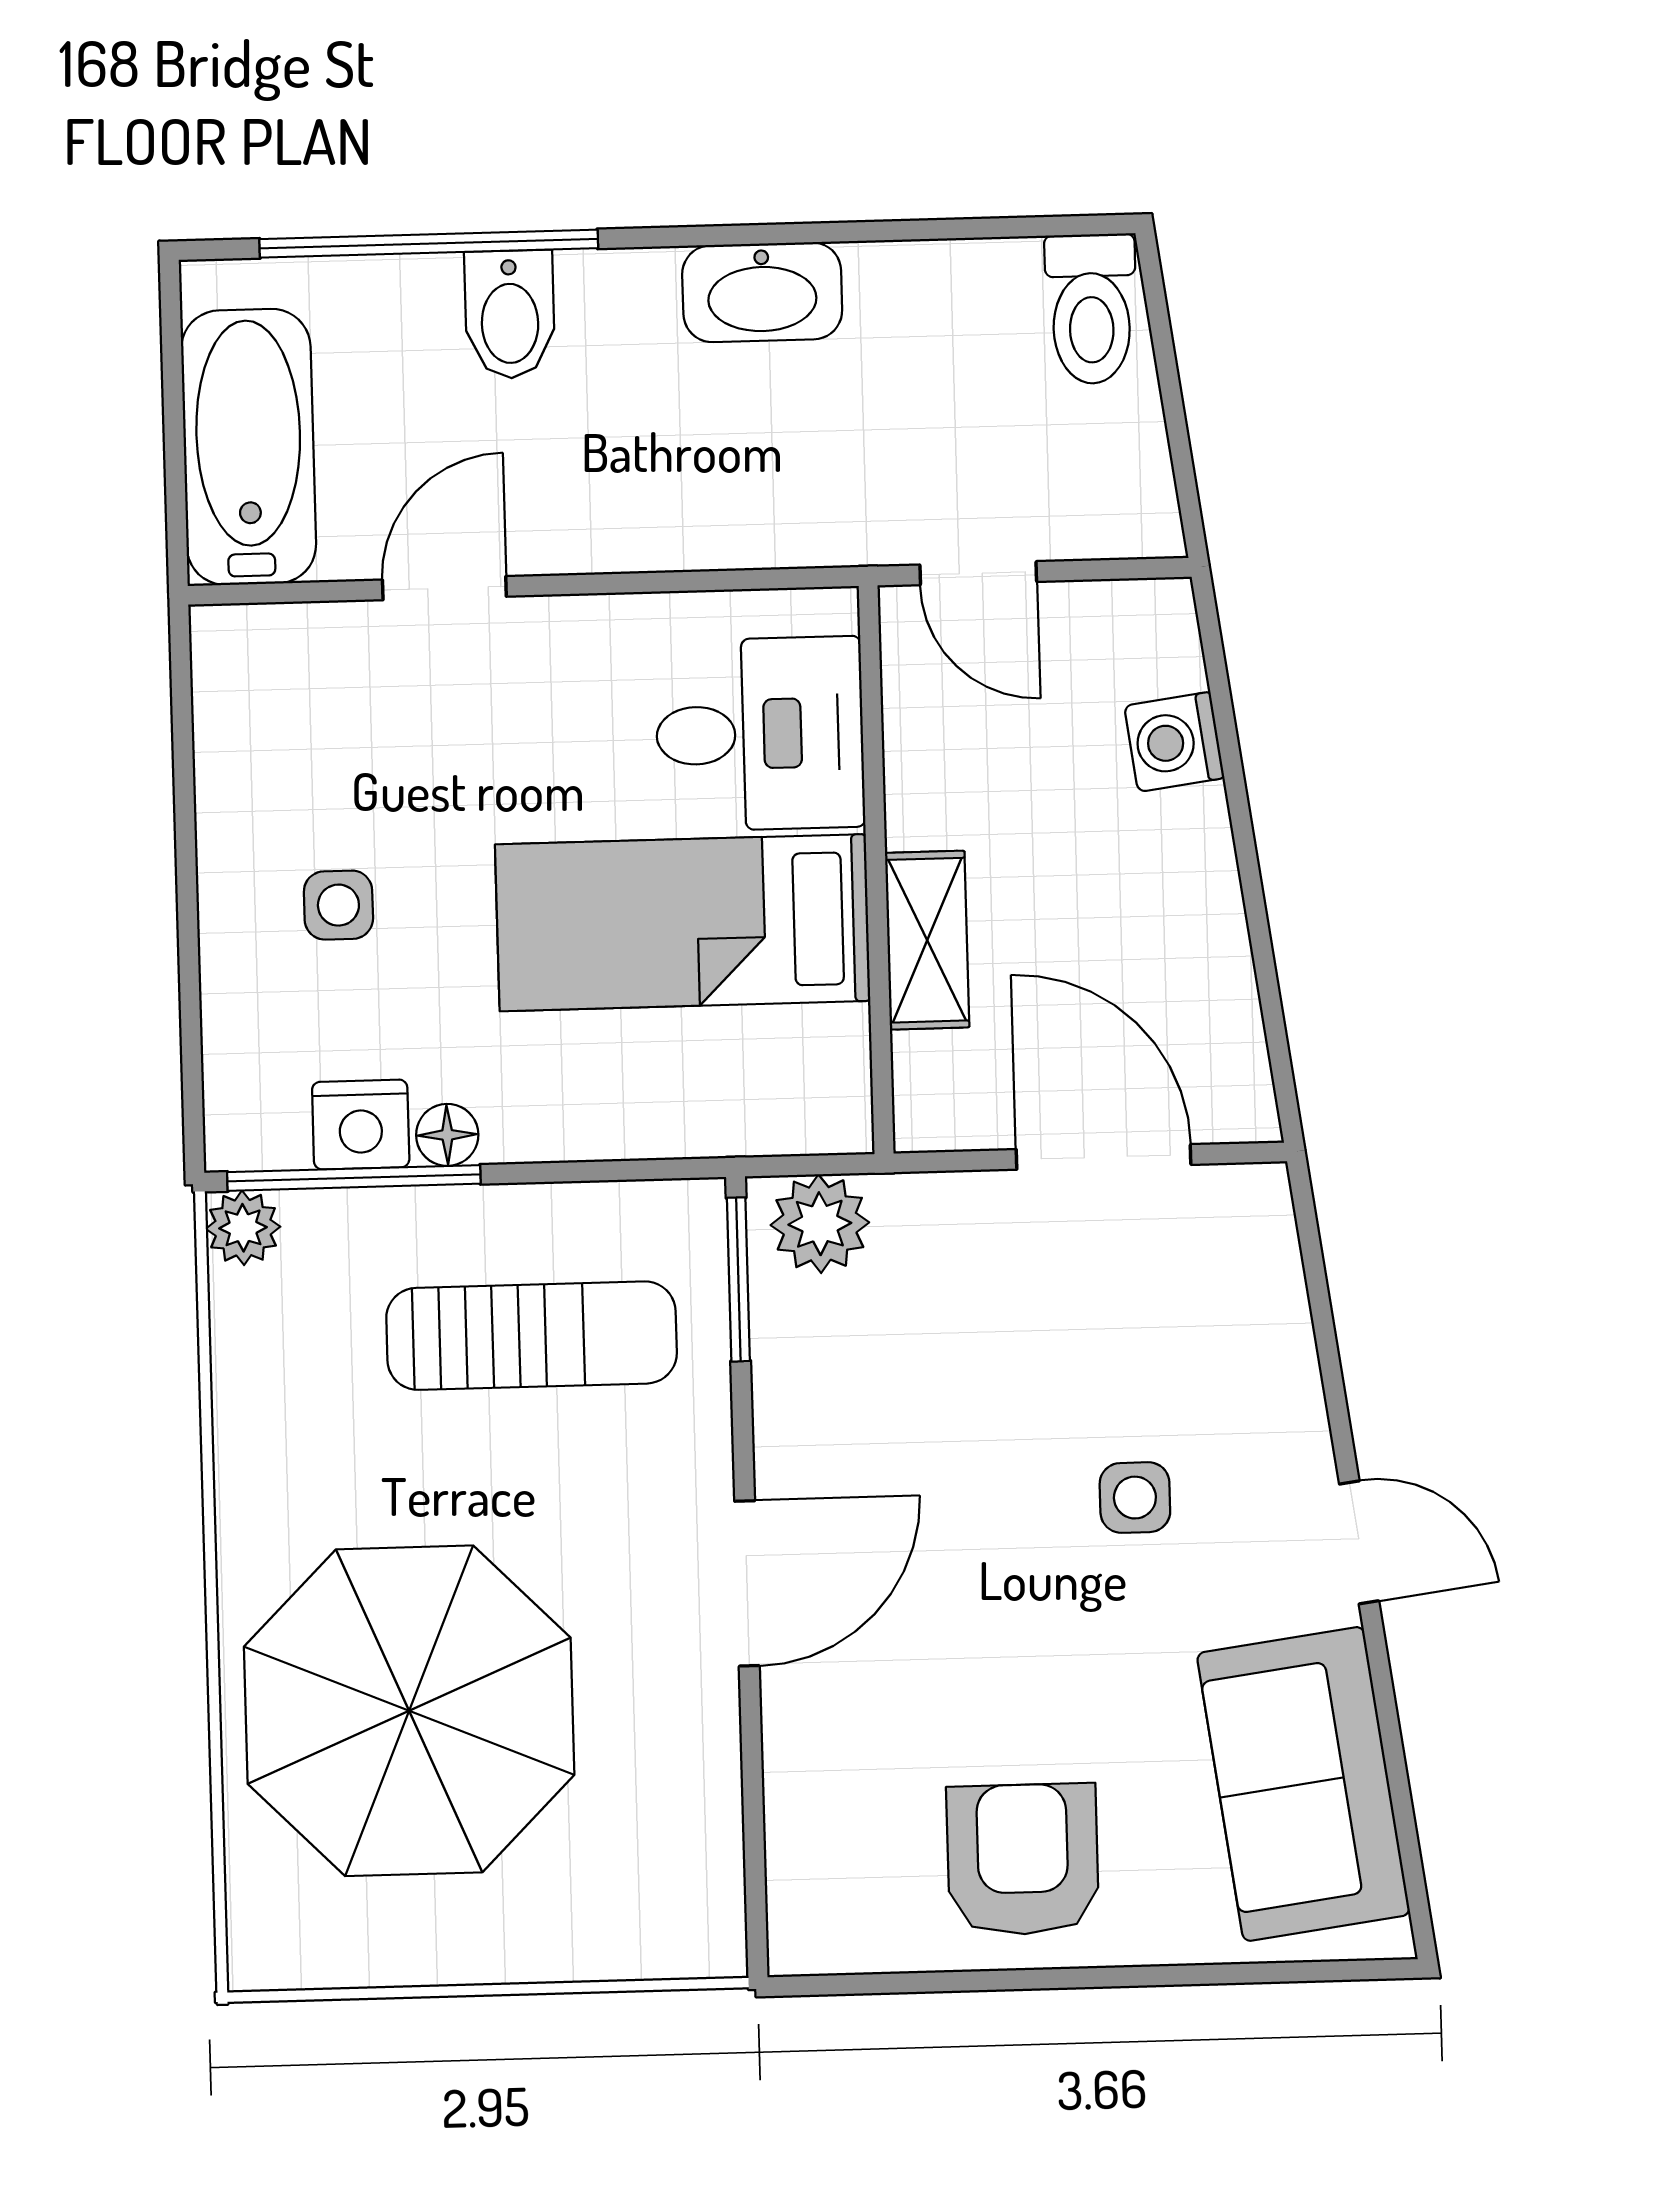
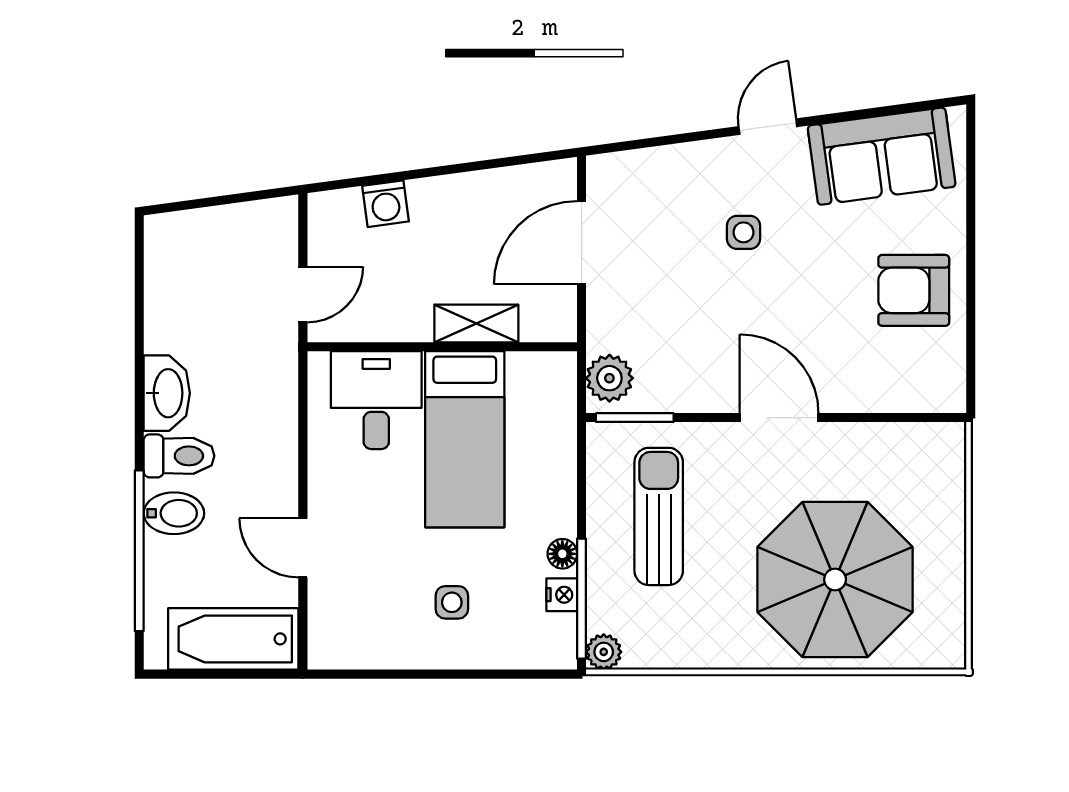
toilet: (1091, 309) -> (179, 456), moved
nightstand: (361, 1125) -> (562, 595), width x0.72, depth x0.74

